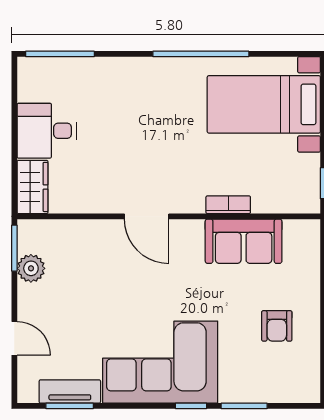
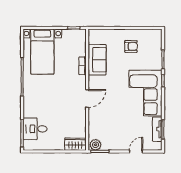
desk: (47, 131) -> (35, 129), moved, turned 90
plant: (31, 268) -> (96, 145), moved

